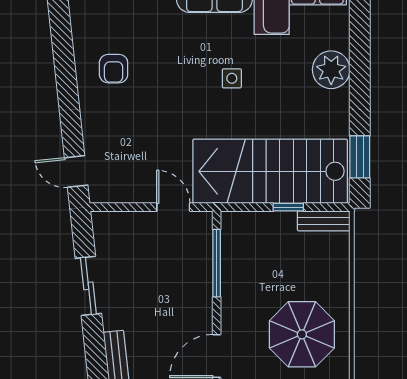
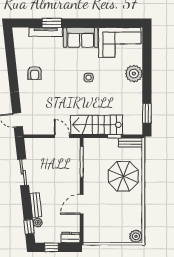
stairs: (270, 171) -> (97, 125), width x0.73, depth x0.66
parasol: (302, 334) -> (123, 176), moved

